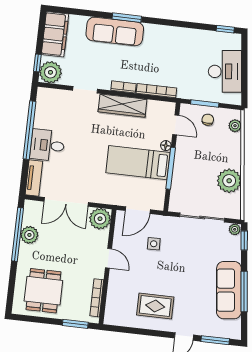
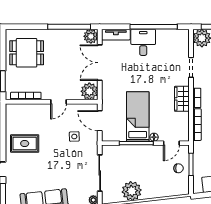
wardrobe: (122, 106) -> (182, 99), width x0.67
plant: (235, 126) -> (176, 191), removed
plant: (29, 235) -> (91, 36), moved
rug: (155, 306) -> (25, 143), turned 90

